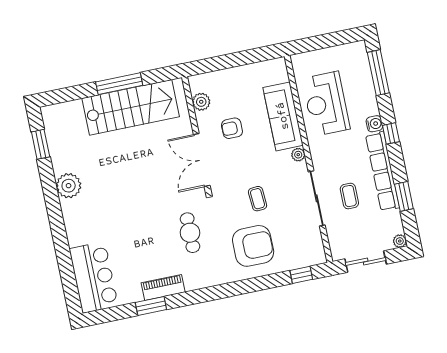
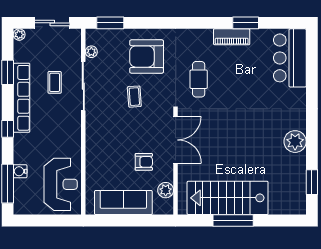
reception desk: (326, 104) -> (61, 184), moved
sofa: (283, 116) -> (123, 203), moved, turned -90
water cooler: (374, 124) -> (20, 171), moved
plant: (298, 155) -> (91, 52), moved
window: (301, 275) -> (110, 23), width x1.50

